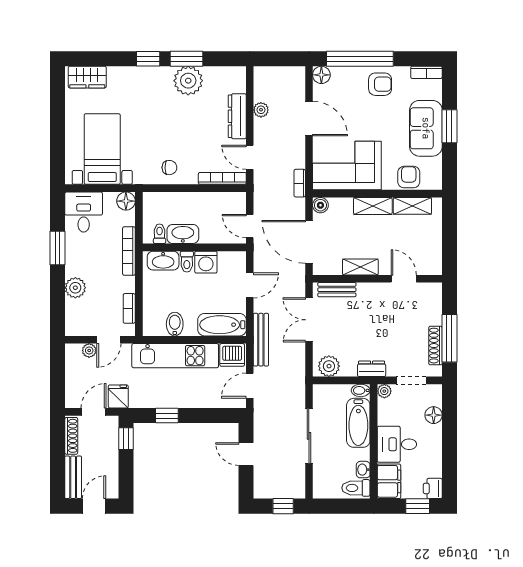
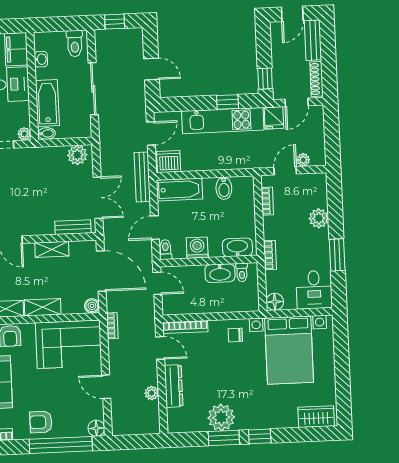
door: (309, 119) -> (106, 387), width x0.73
bed with nightstands: (102, 149) -> (289, 350), width x1.36
bookcase: (129, 251) -> (270, 255), width x0.64
toilet: (187, 262) -> (166, 250), moved
kitchen unit: (175, 356) -> (223, 121), moved, turned 180
dresser: (372, 369) -> (37, 154), removed
toilet: (356, 488) -> (75, 44), moved, turned 90

